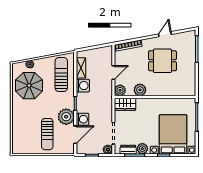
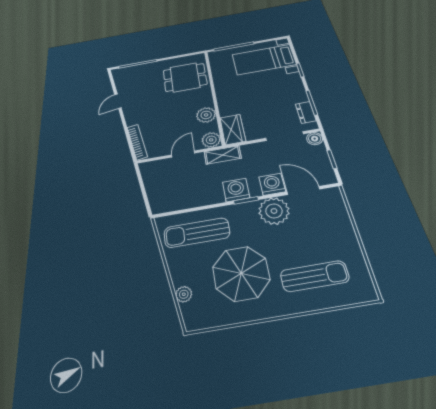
door: (165, 34) -> (118, 101), hinge flipped
dining table: (162, 61) -> (185, 77), moved, turned 90
shelving: (81, 68) -> (223, 155), moved
door: (113, 73) -> (183, 154), hinge flipped
parasol: (29, 86) -> (241, 273), moved
washing machine: (83, 86) -> (236, 190), moved
sun lounger: (47, 134) -> (315, 276), moved
bed with nightstands: (173, 134) -> (264, 59), width x0.73
plant: (142, 149) -> (298, 96), removed

